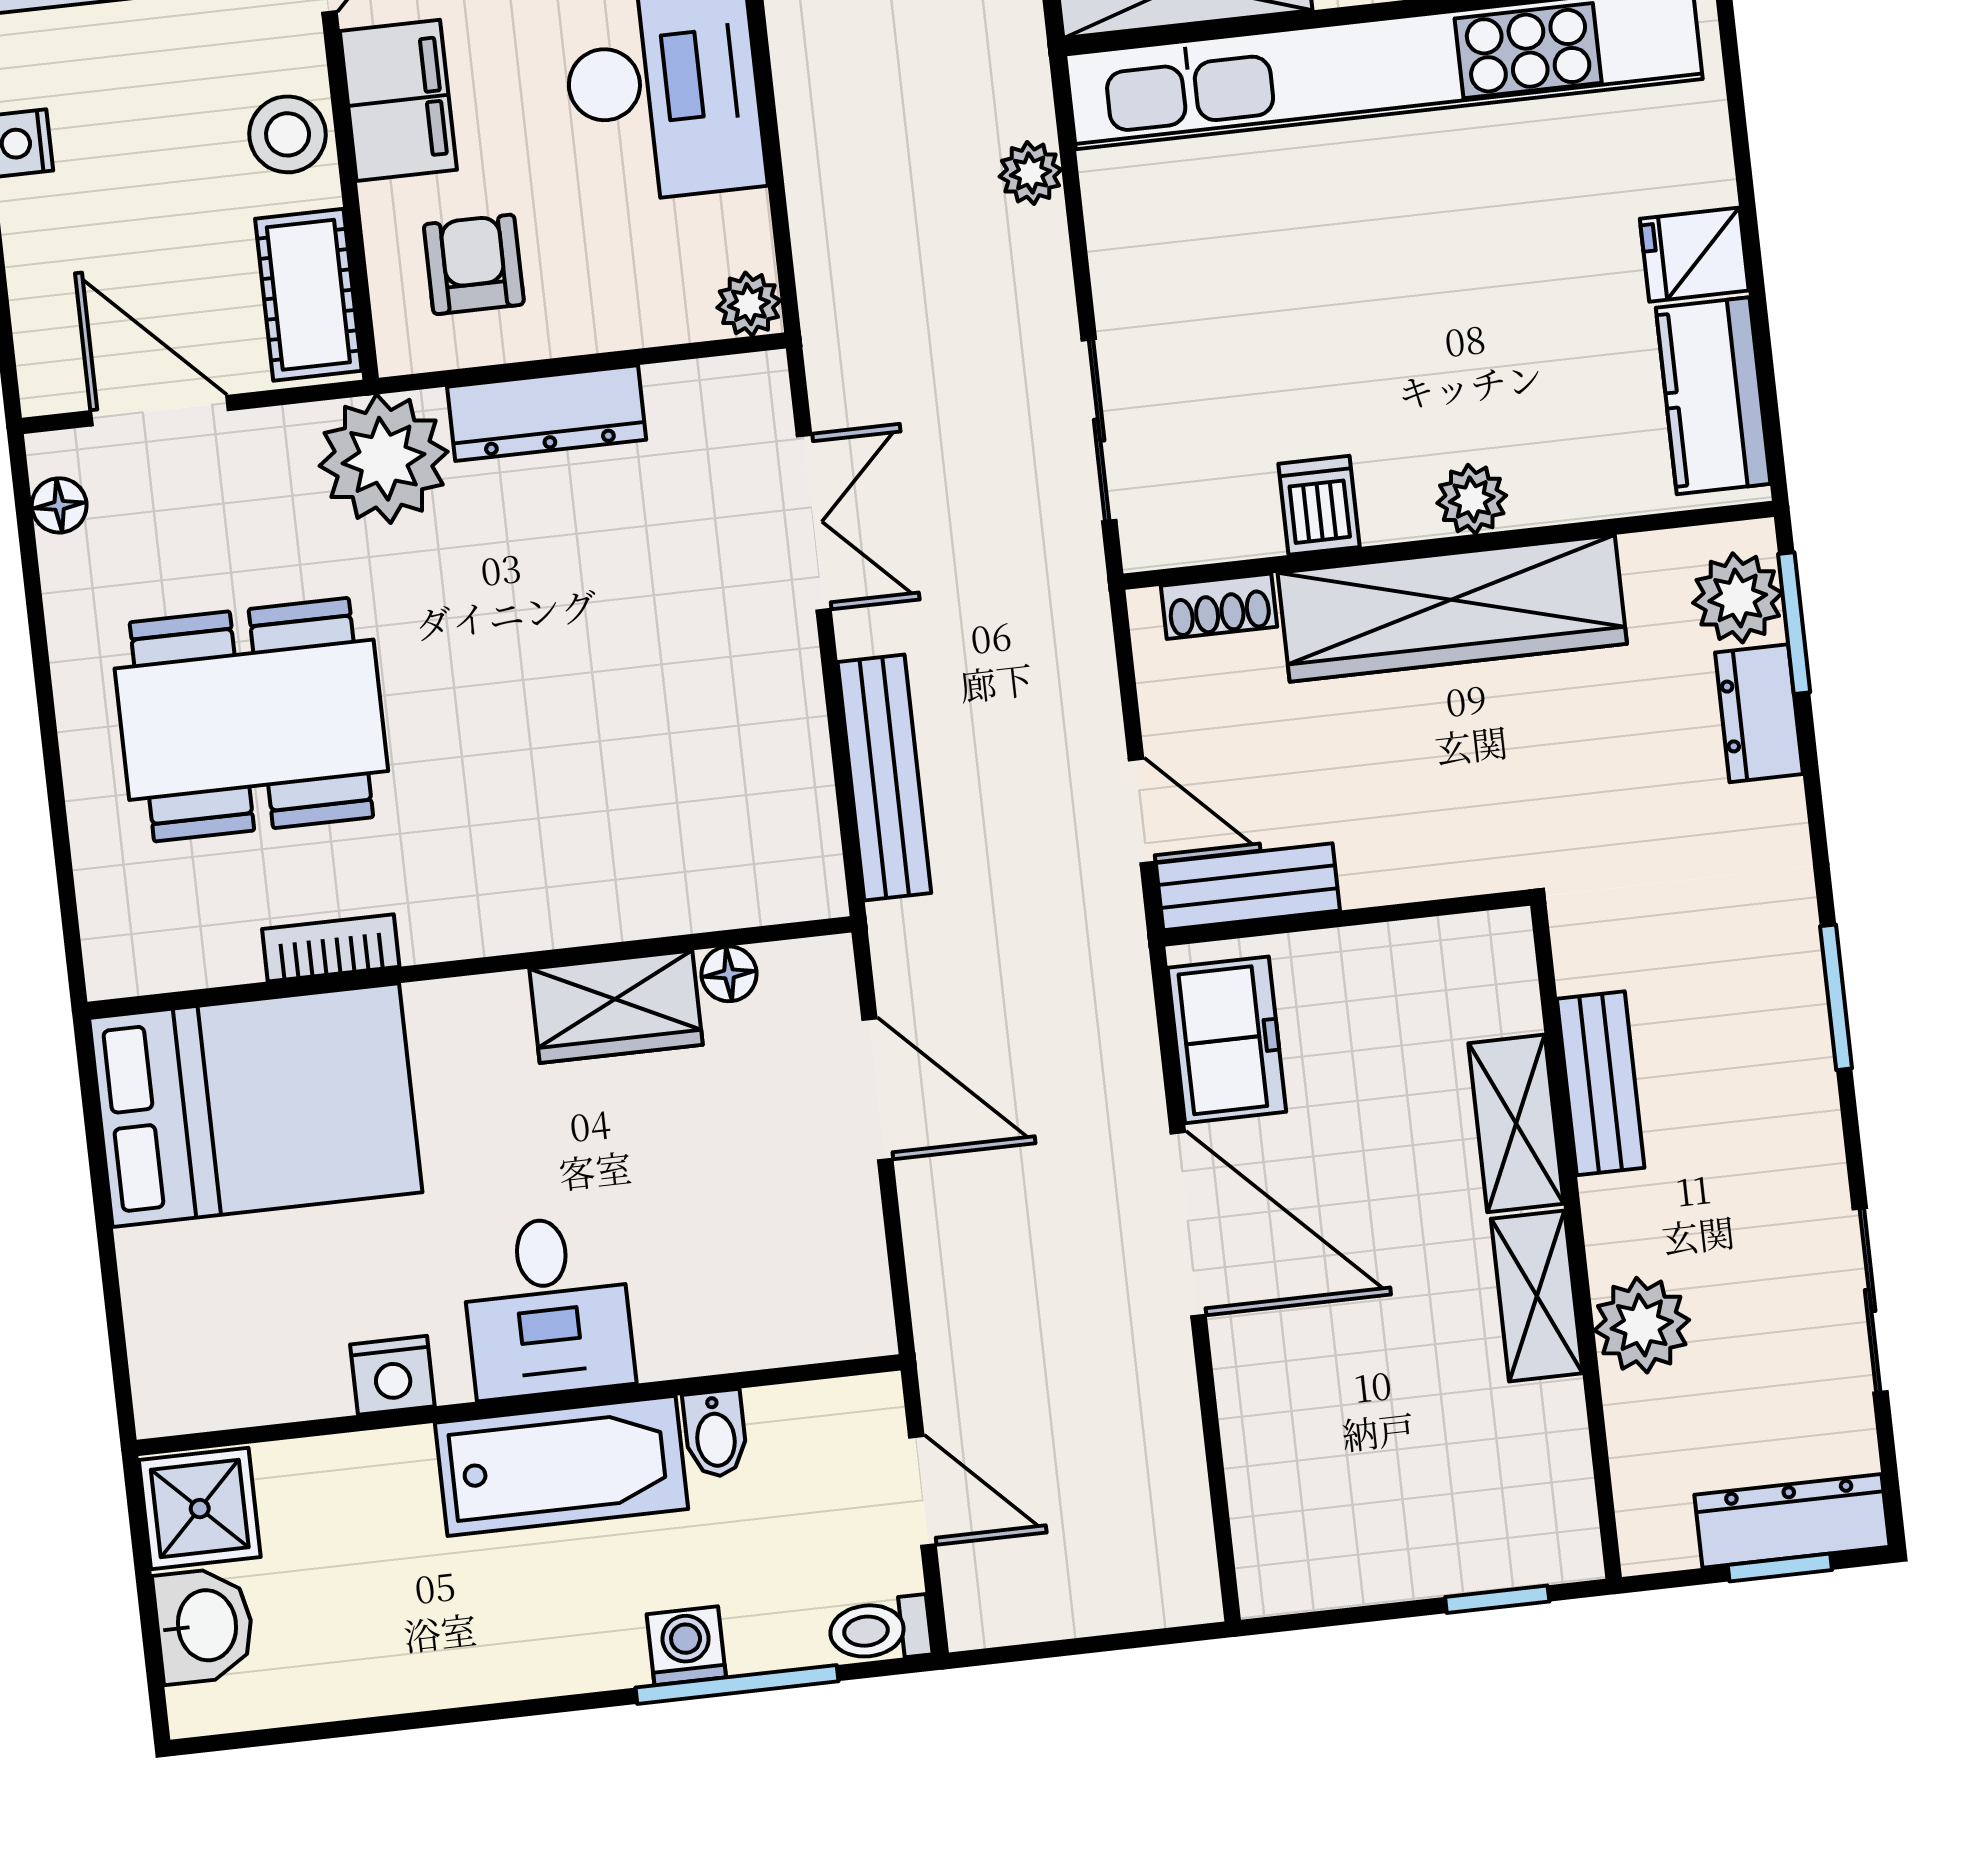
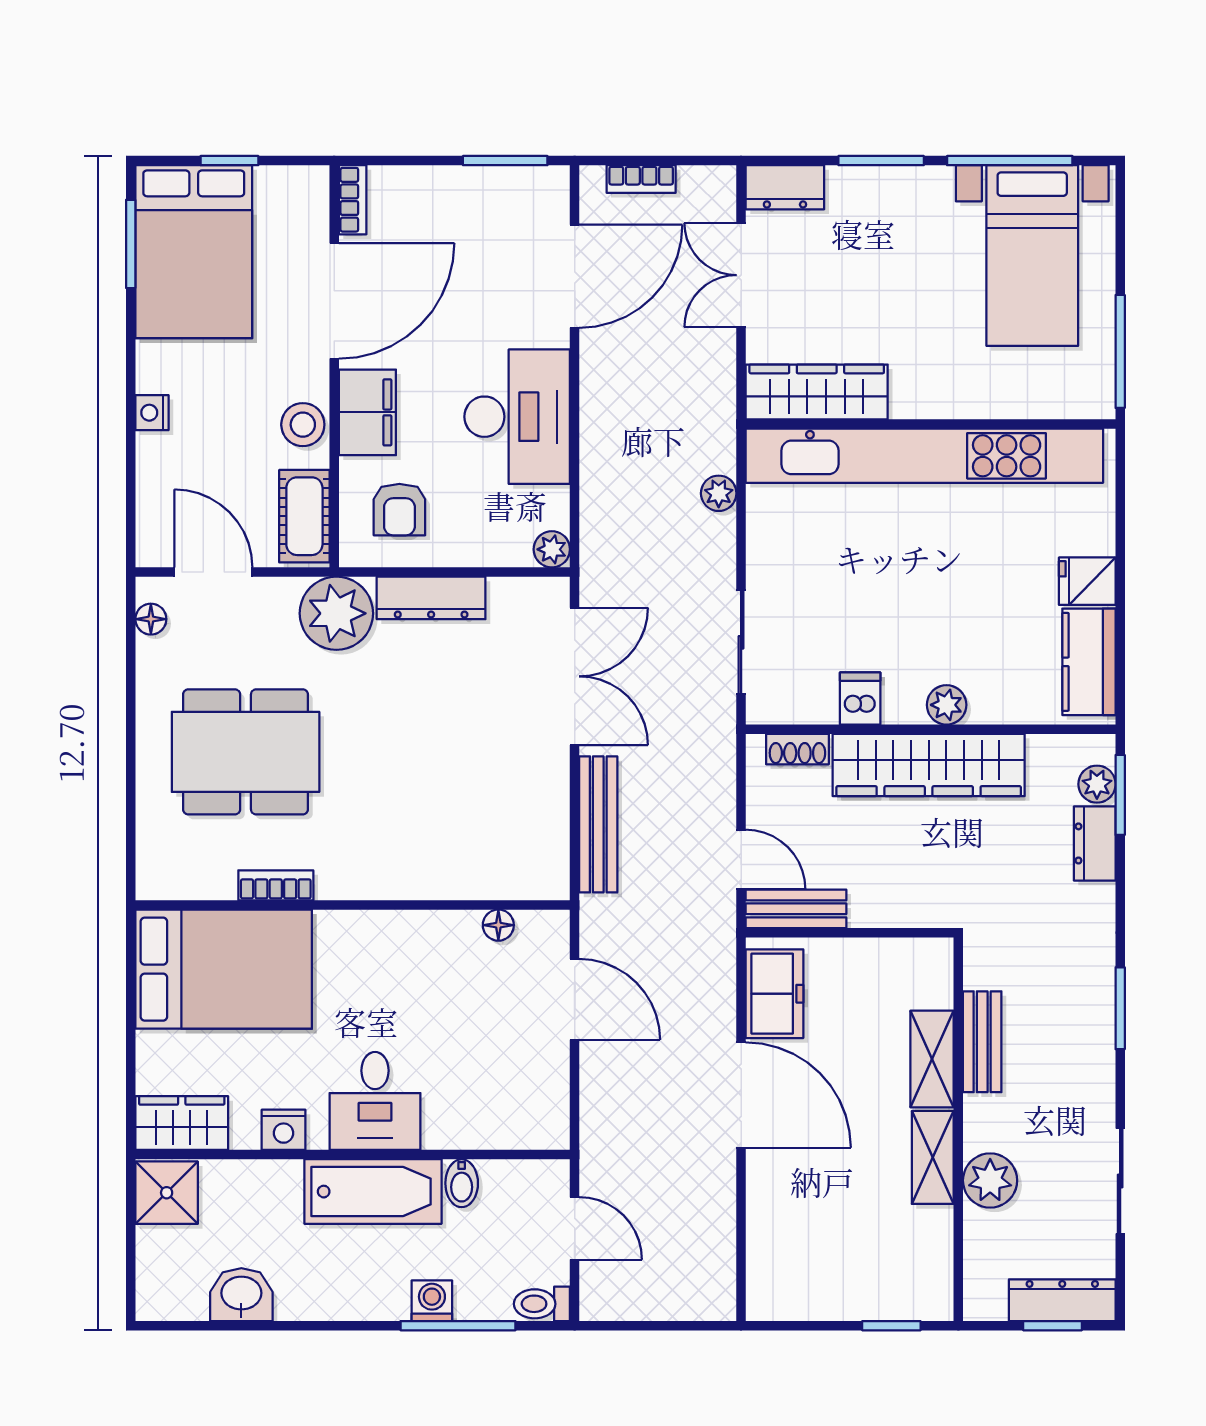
armchair: (474, 264) -> (399, 510), turned 180
double door: (814, 523) -> (575, 676), width x1.37
plant: (1738, 598) -> (1097, 784), width x0.73, depth x0.73
wardrobe: (616, 1007) -> (182, 1123), moved, turned 180
washbasin: (204, 1626) -> (241, 1295), moved, turned -90

